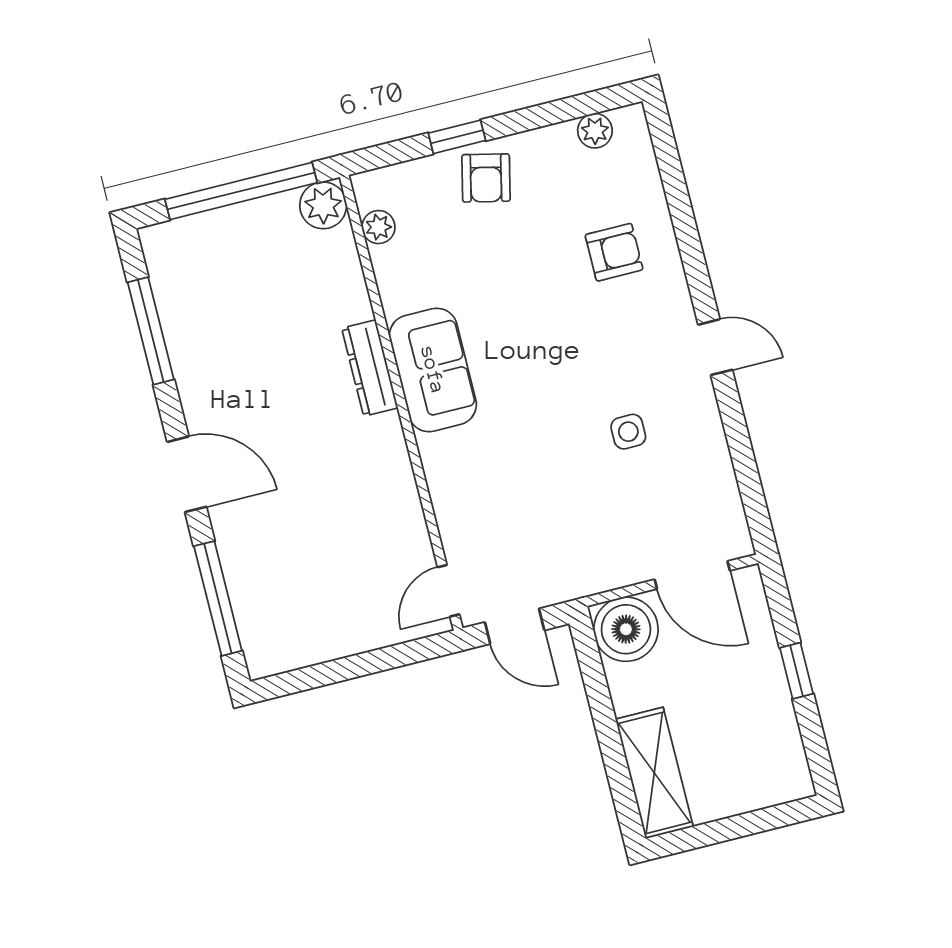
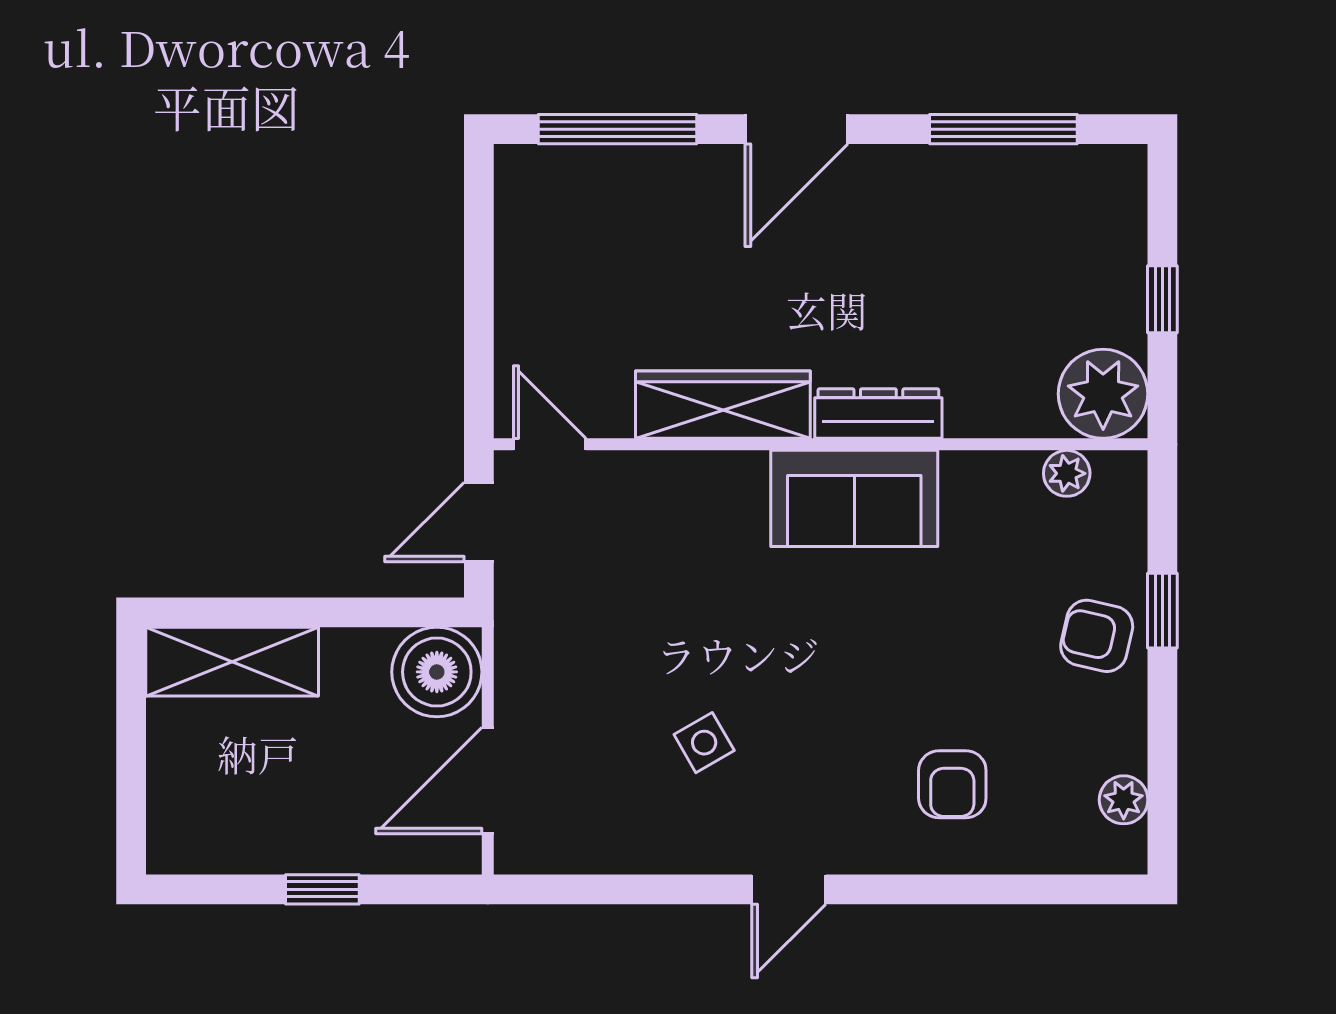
window: (241, 191) -> (1162, 299), width x0.32
plant: (323, 205) -> (1103, 394), width x1.36, depth x1.36
side table: (628, 432) -> (704, 743), turned -30
wardrobe: (391, 477) -> (723, 405), added

